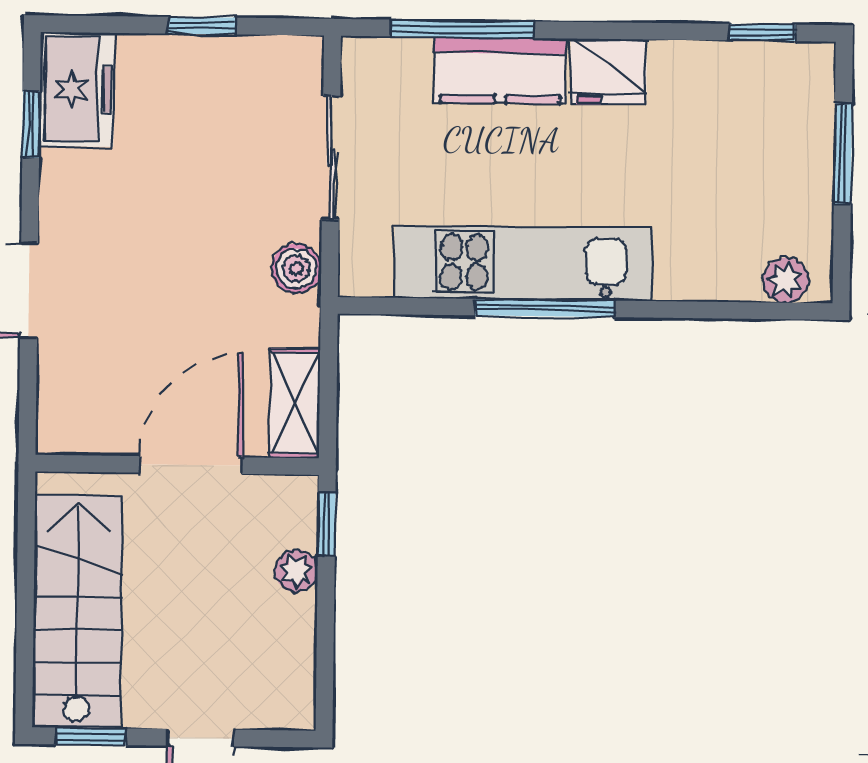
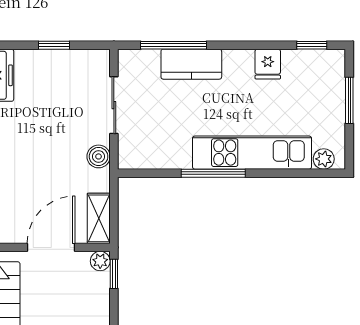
fridge: (609, 72) -> (268, 64), moved, width x0.72
kitchen unit: (523, 263) -> (252, 153), moved
plant: (296, 571) -> (100, 261), moved

